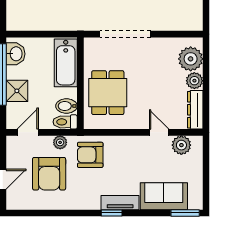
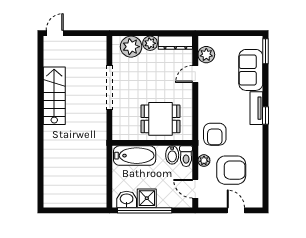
doorway: (125, 34) -> (109, 88), moved
shower: (17, 91) -> (147, 198), moved

